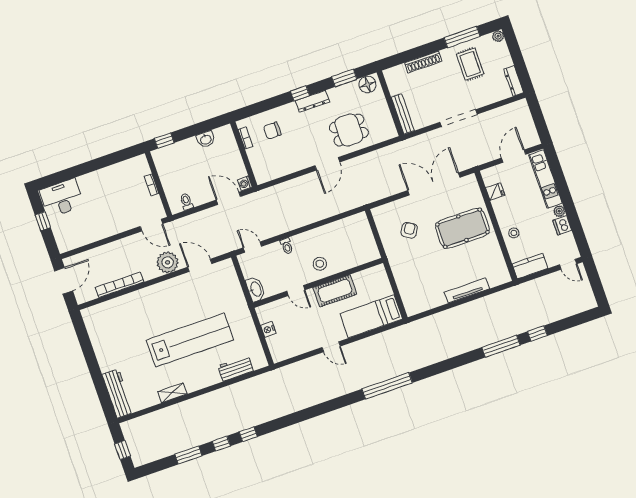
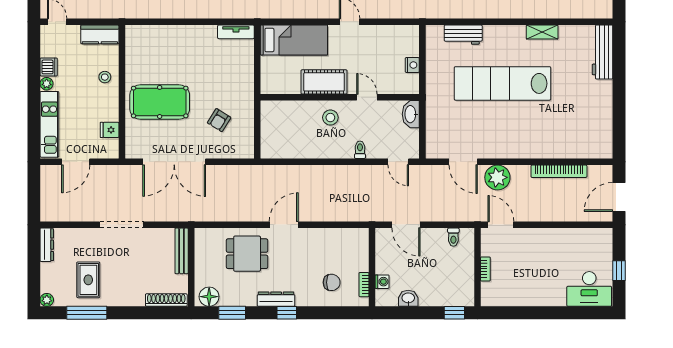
shoe rack: (423, 62) -> (166, 300), moved
washing machine: (245, 183) -> (382, 282), moved
tv unit: (467, 290) -> (236, 32), moved, width x0.71

